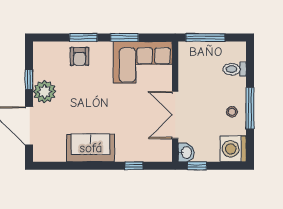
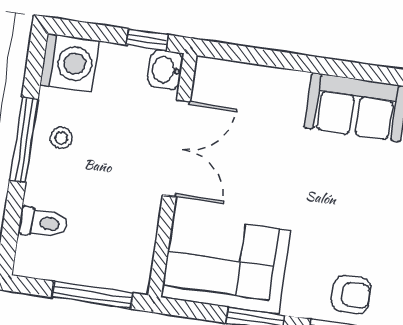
armchair: (79, 56) -> (351, 294), turned 90
window: (134, 166) -> (274, 59), removed

